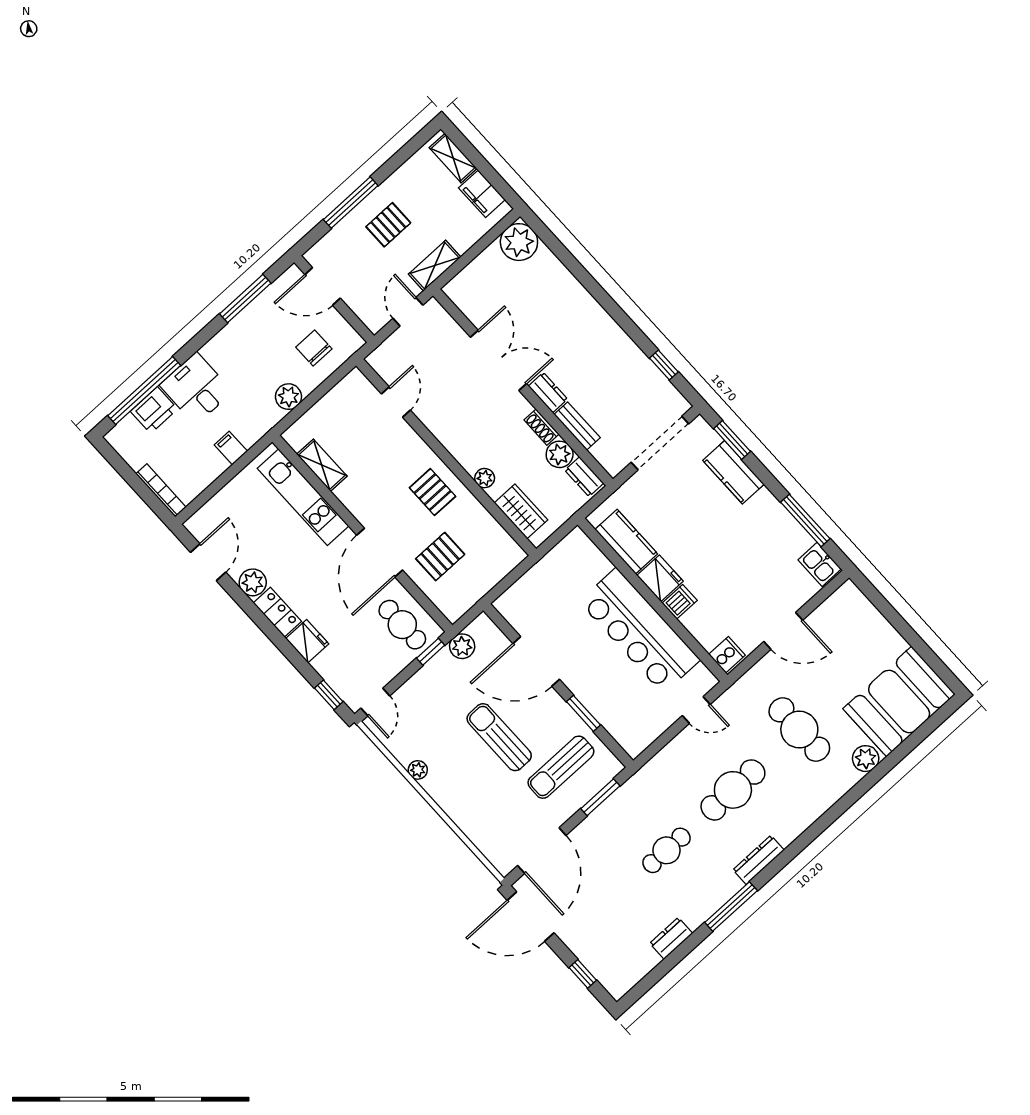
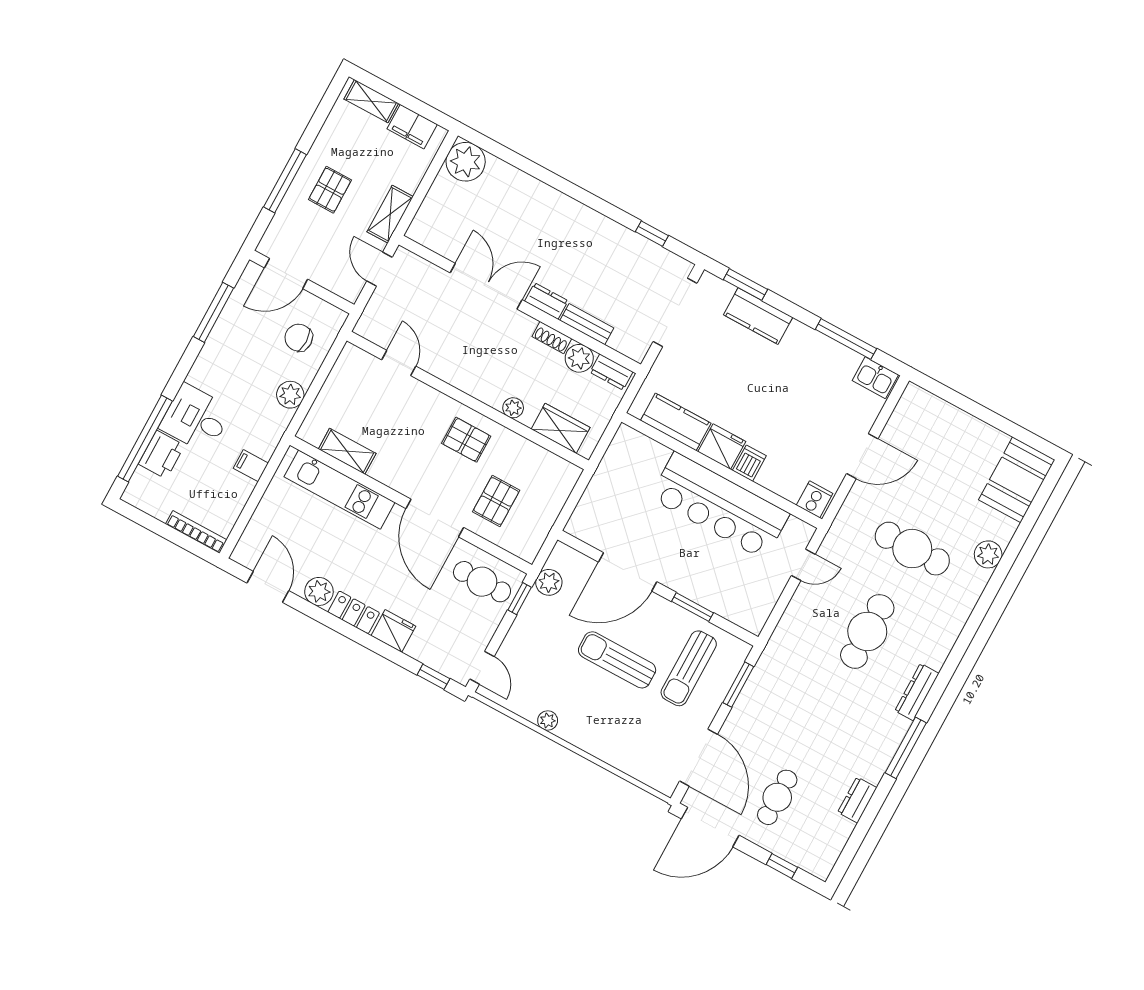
booth: (899, 701) -> (1017, 480), width x0.73, depth x0.70
cafe table: (667, 850) -> (777, 797), moved

